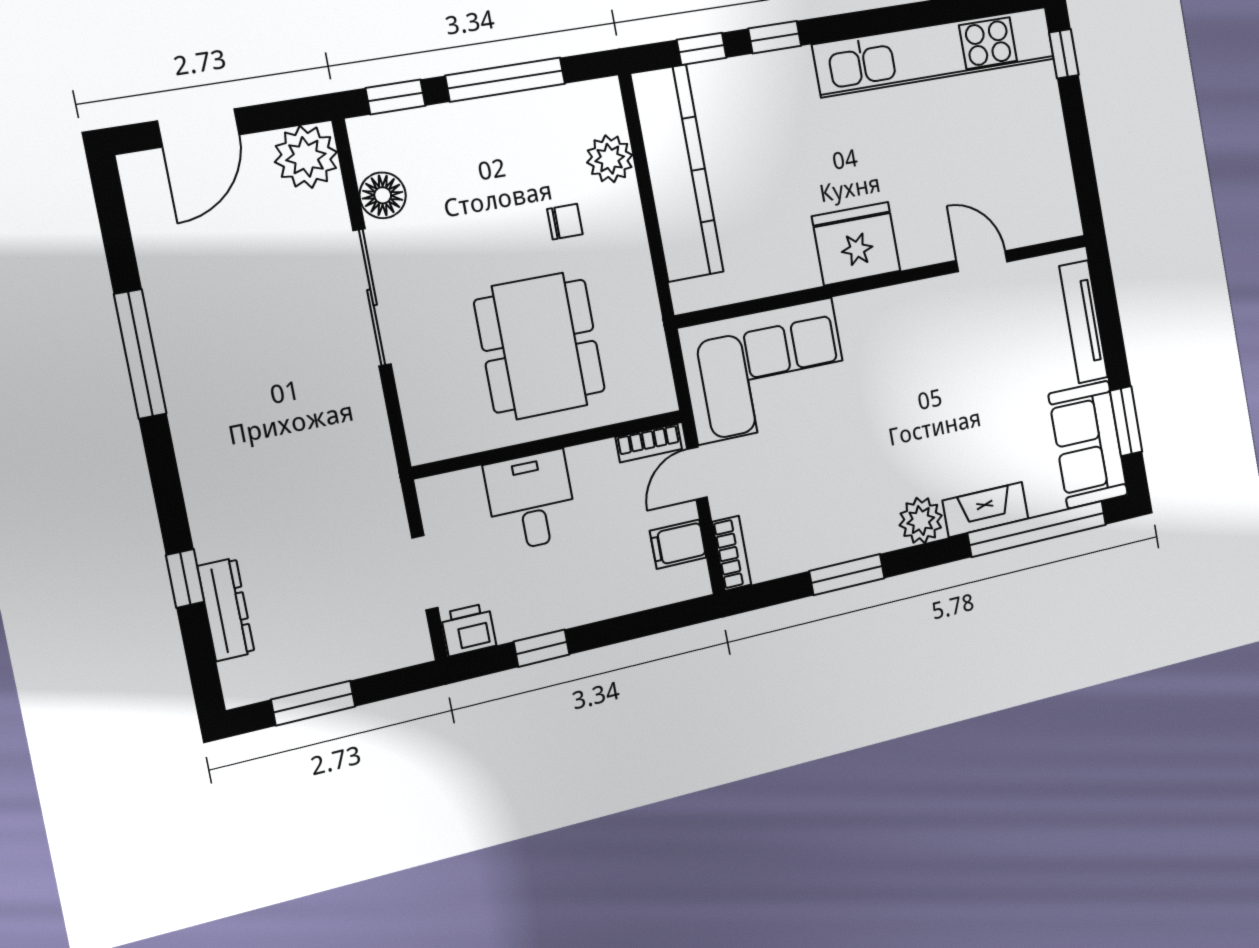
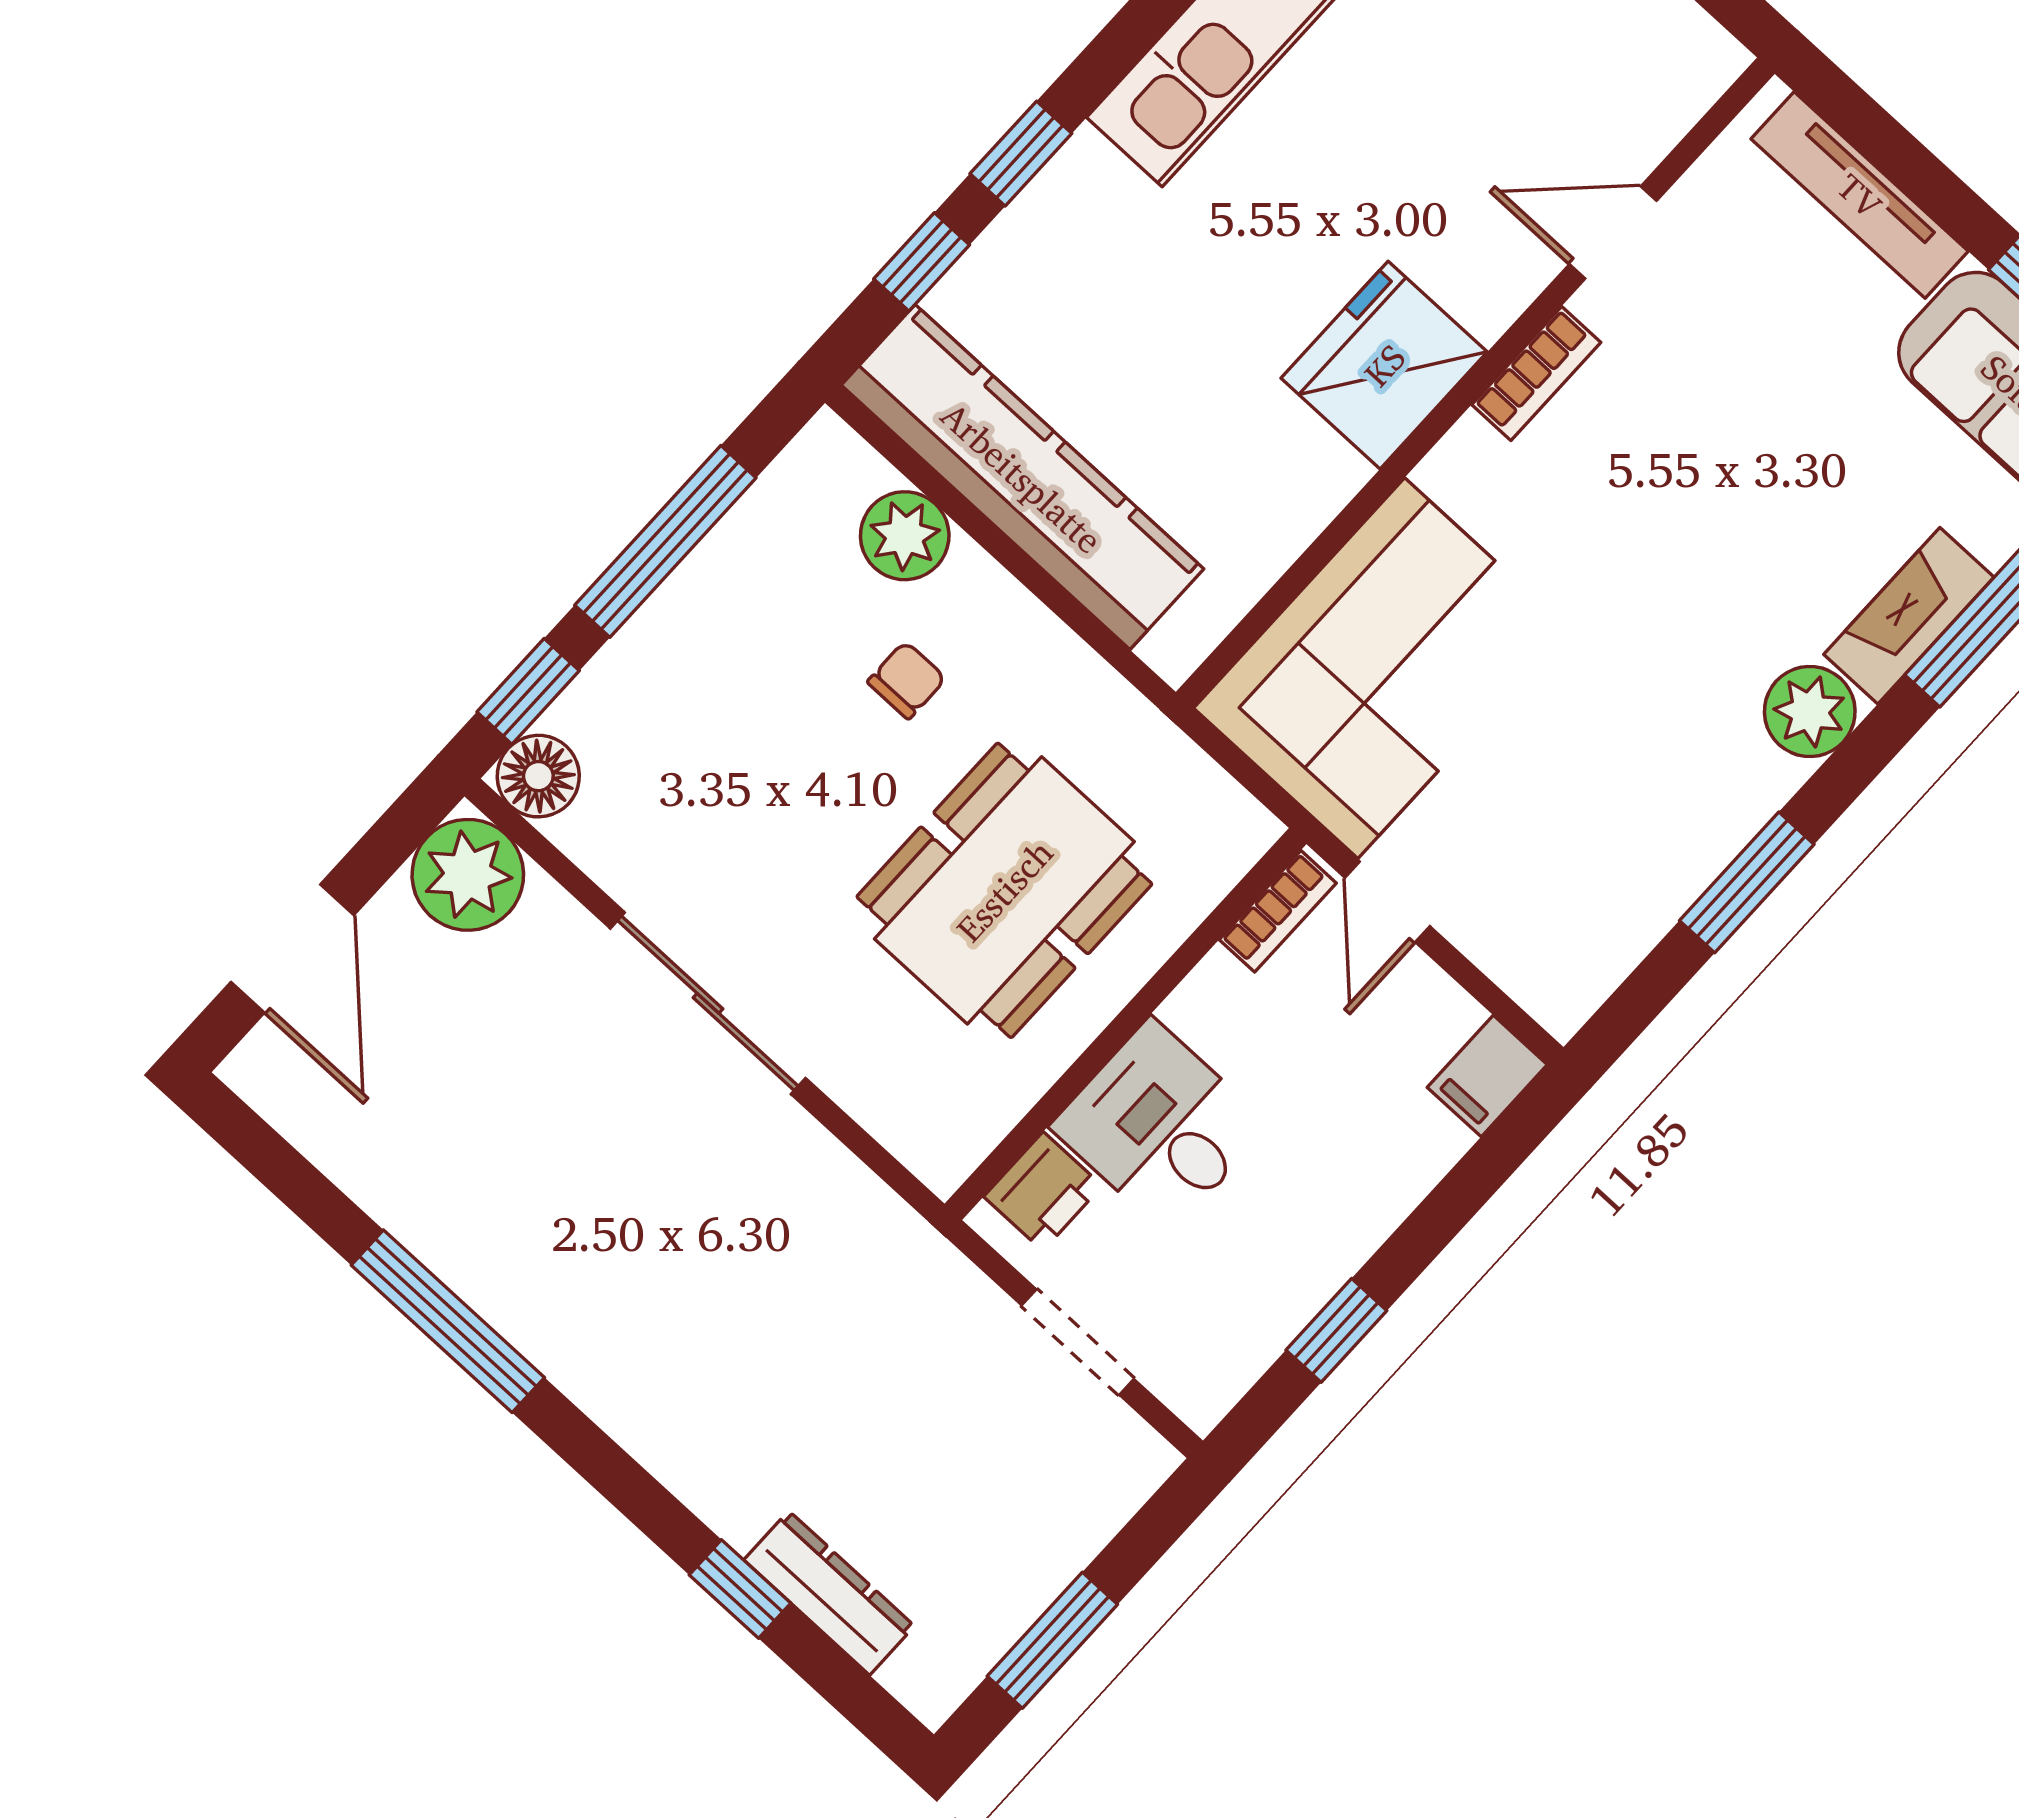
floor lamp: (383, 195) -> (538, 776), moved
dining table: (540, 346) -> (1004, 890), turned 90
filing cabinet: (678, 544) -> (1487, 1076), moved
bookcase: (732, 553) -> (1536, 373), moved, turned 90
printer: (468, 630) -> (1043, 1191), moved, turned 180

